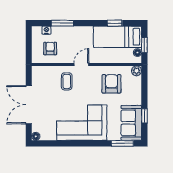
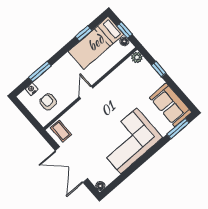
coffee table: (67, 81) -> (61, 131), moved
armchair: (112, 84) -> (125, 87), removed
window: (144, 116) -> (159, 69), moved

